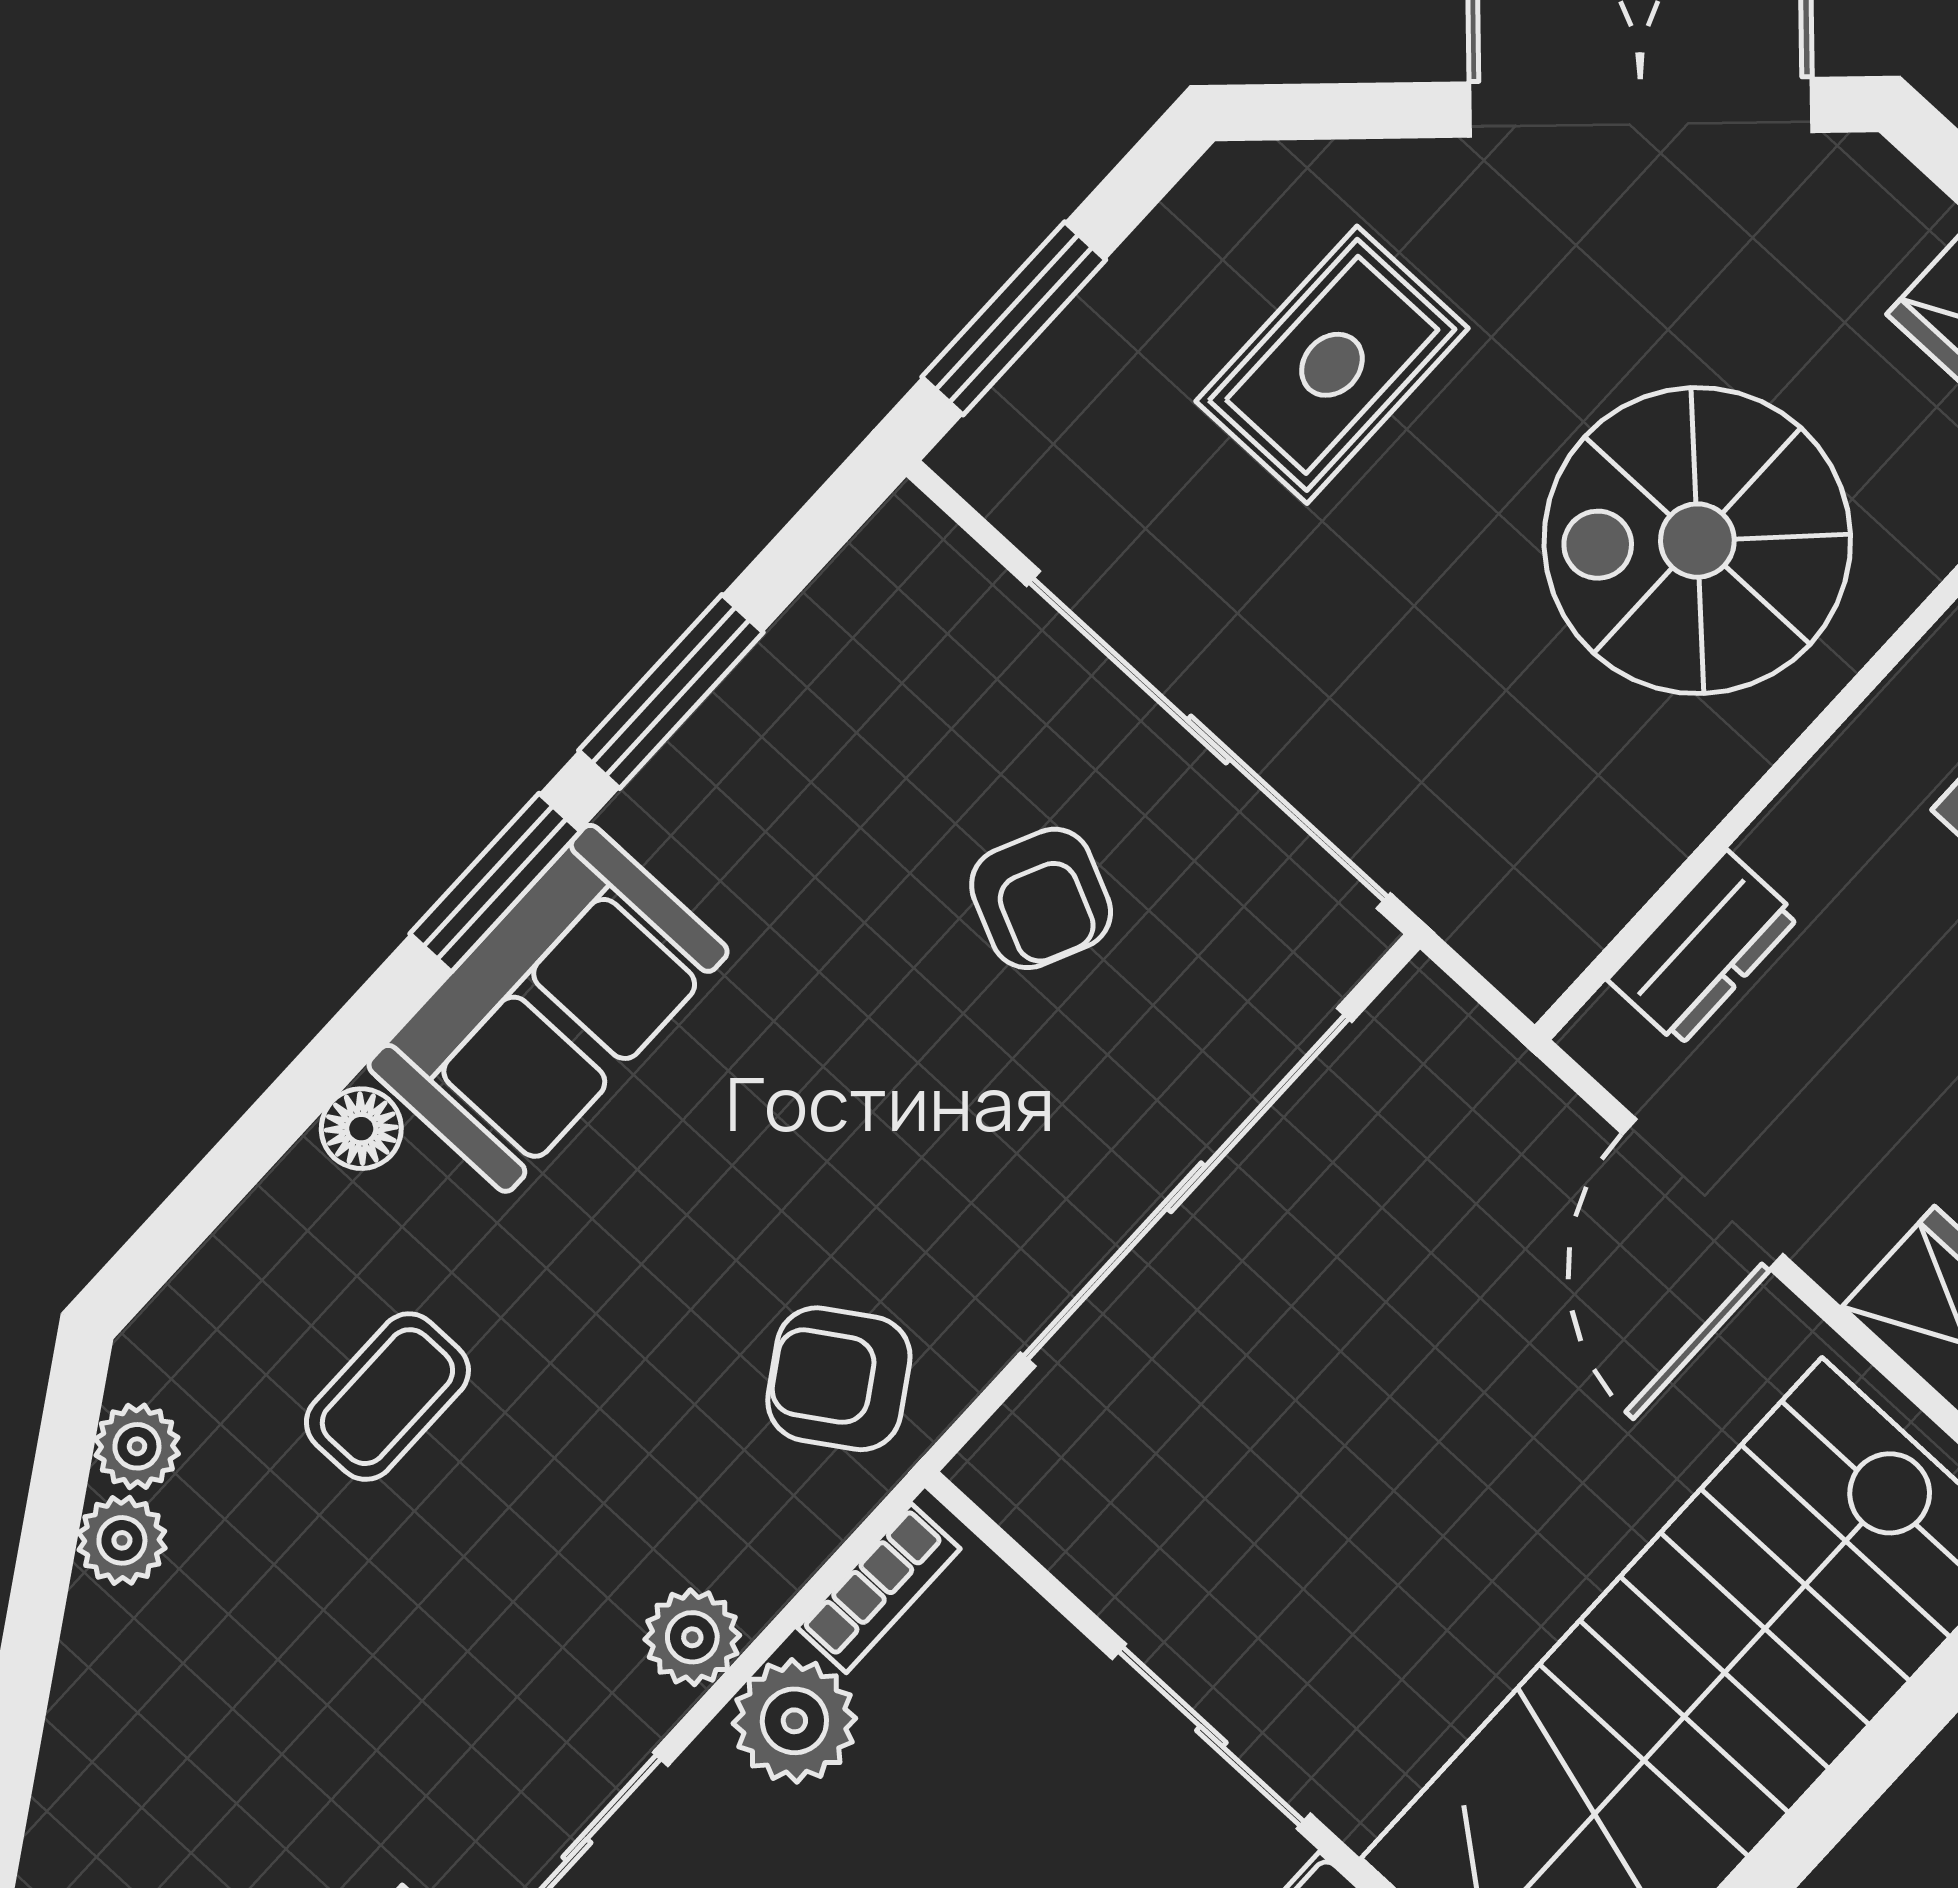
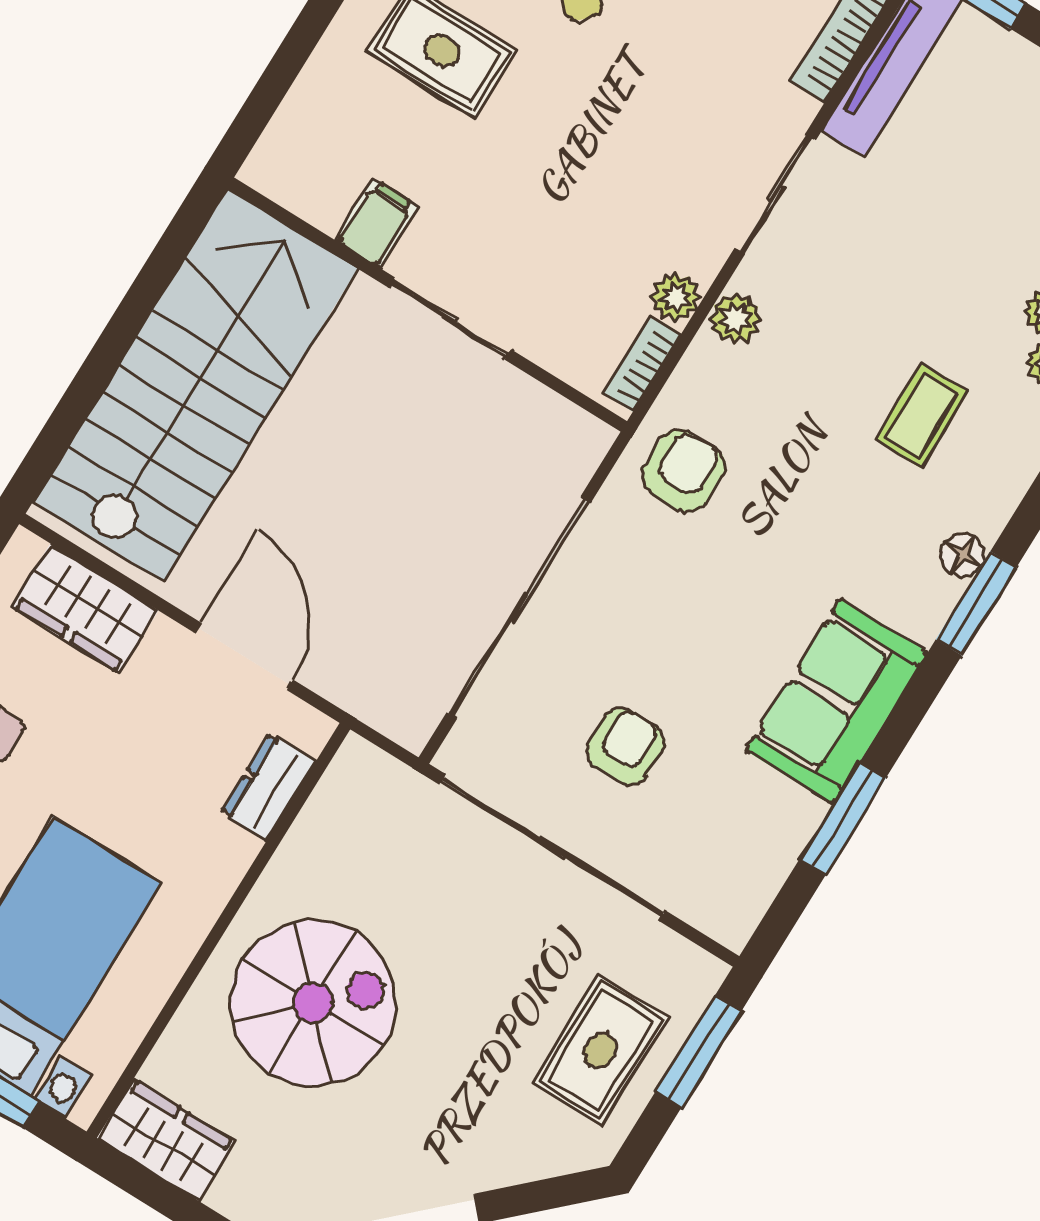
rug: (1332, 365) -> (600, 1051), moved
window: (495, 883) -> (976, 603), moved
armchair: (1041, 898) -> (625, 746), turned 65
sofa: (548, 1008) -> (836, 701), moved
armchair: (839, 1379) -> (684, 471), turned -57
plant: (794, 1721) -> (676, 297), width x0.73, depth x0.73

